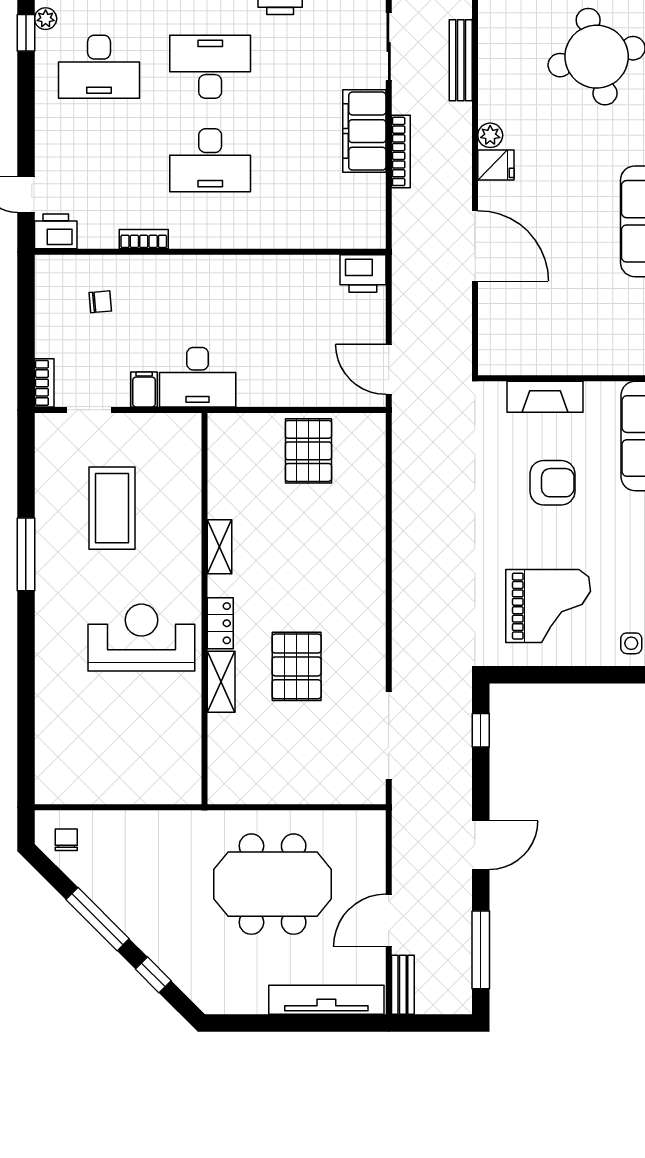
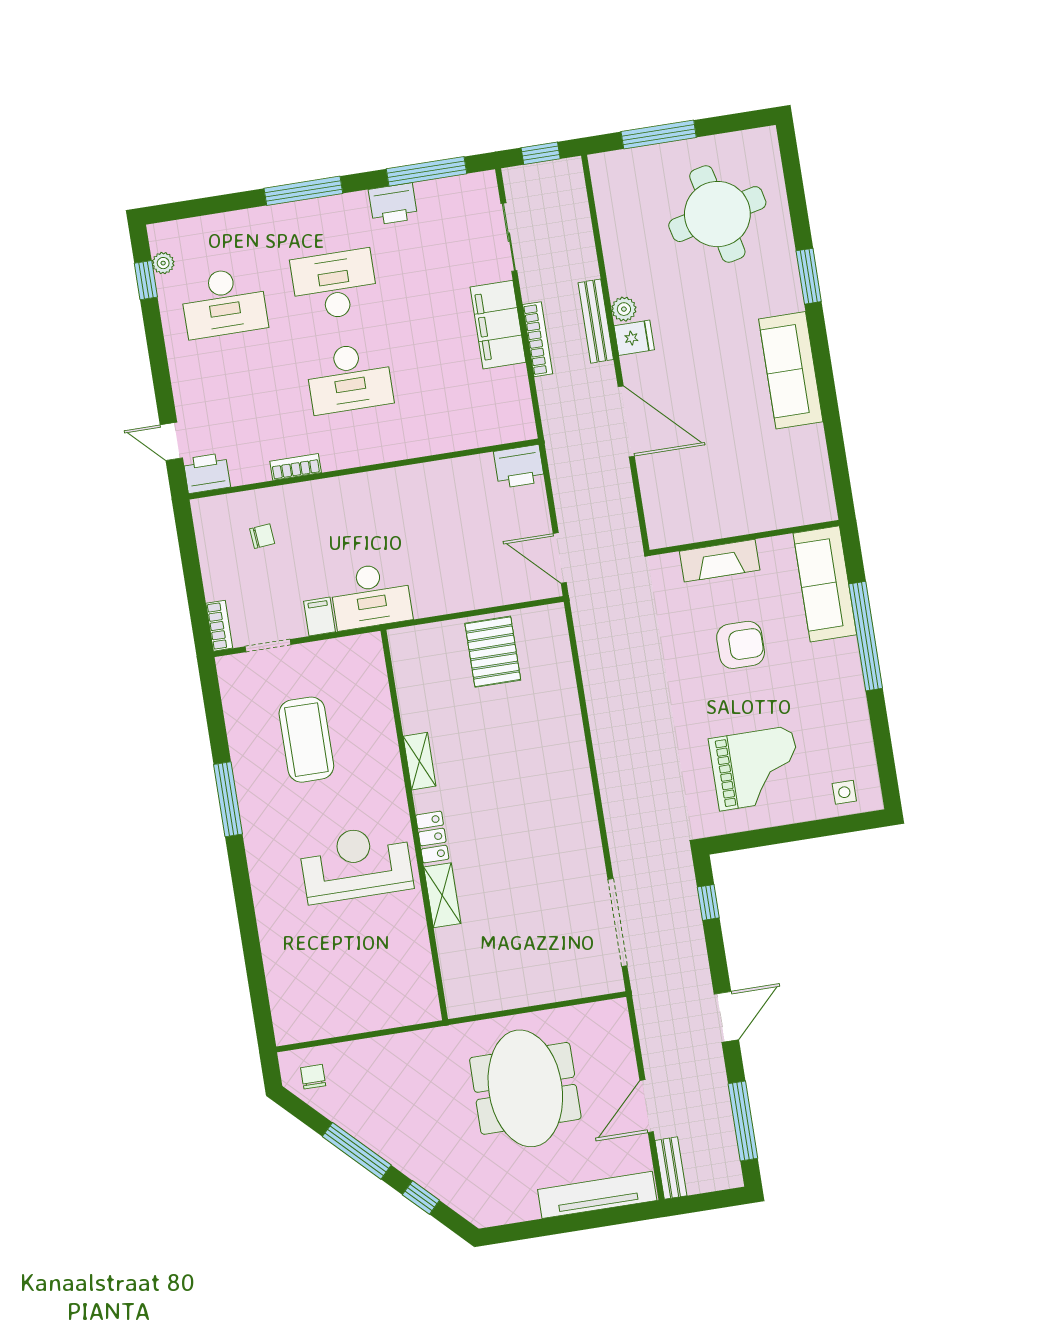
bench: (461, 60) -> (596, 321), moved
pallet: (297, 666) -> (515, 868), removed
meeting table: (273, 884) -> (525, 1088), turned 90

